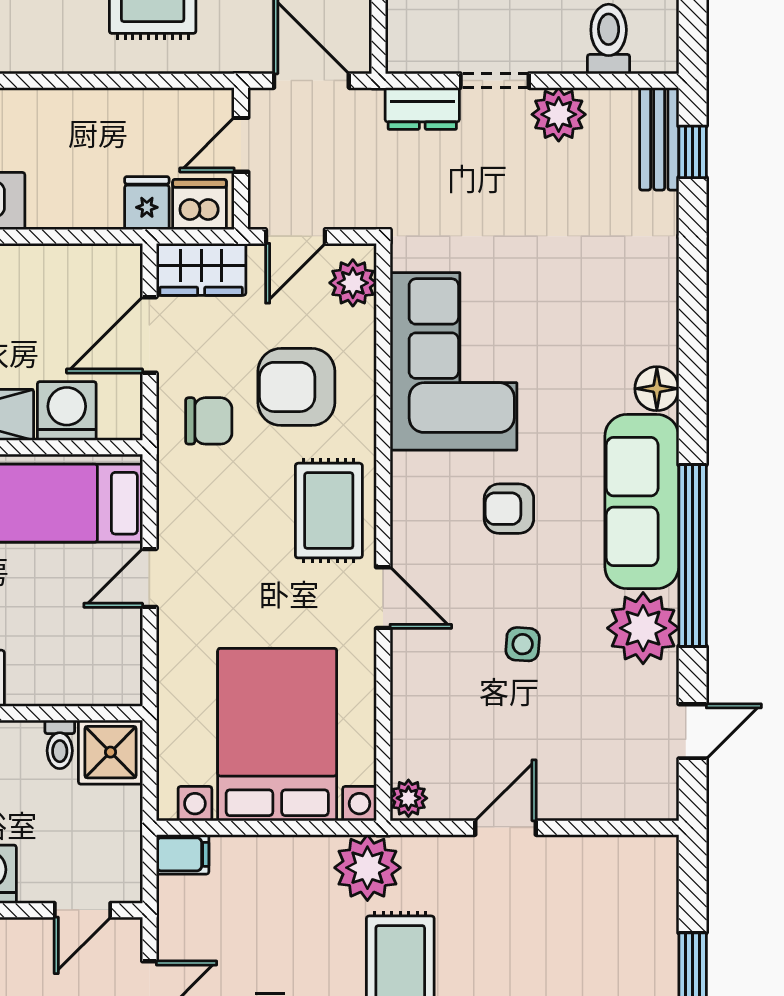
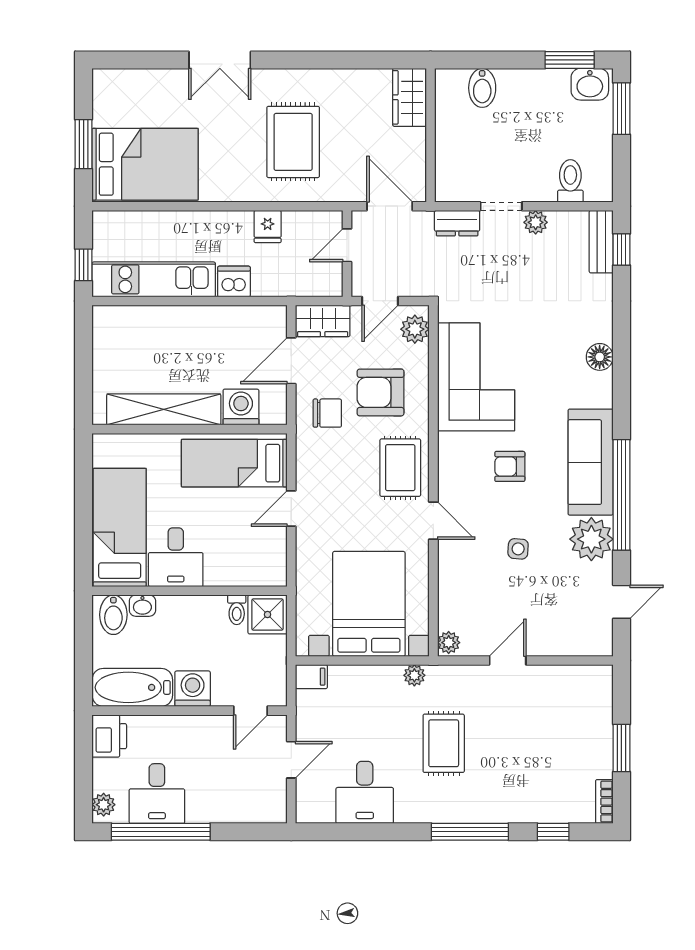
plant: (559, 114) -> (536, 222), width x0.73, depth x0.73
fridge: (147, 203) -> (268, 226), moved, turned 180
dishwasher: (200, 204) -> (234, 282), moved
floor lamp: (657, 389) -> (600, 357), moved
plant: (367, 868) -> (414, 675), width x0.53, depth x0.53

